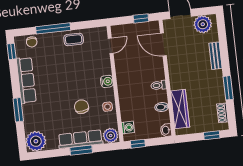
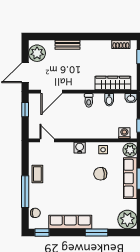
window: (228, 88) -> (98, 36), removed

